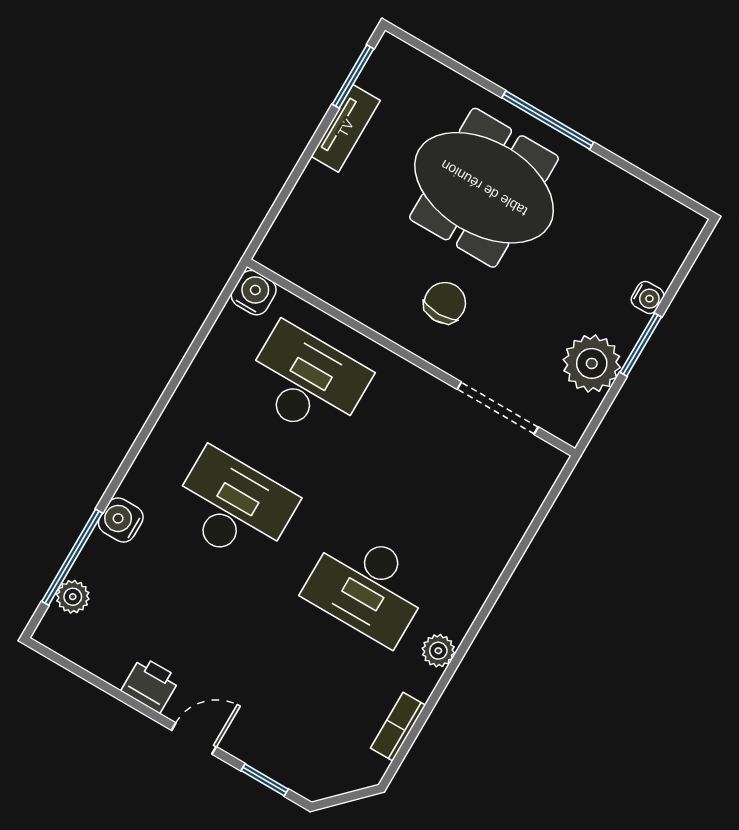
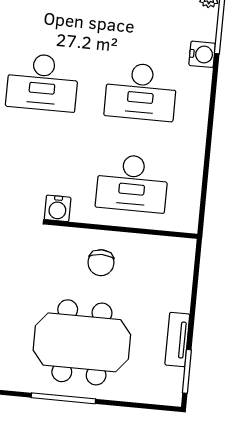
water cooler: (254, 293) -> (58, 208), moved
chair: (445, 303) -> (101, 263), moved
desk: (368, 586) -> (42, 82), turned 180

